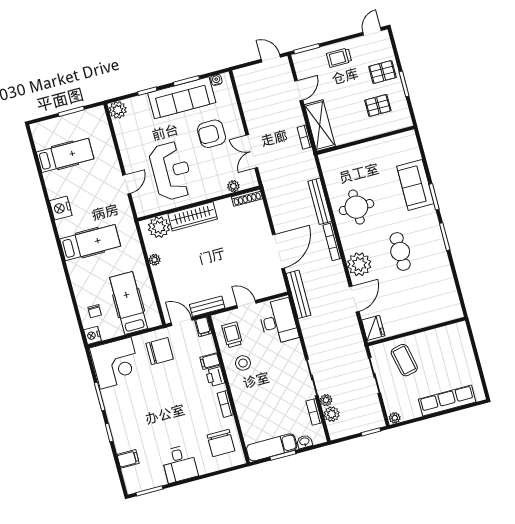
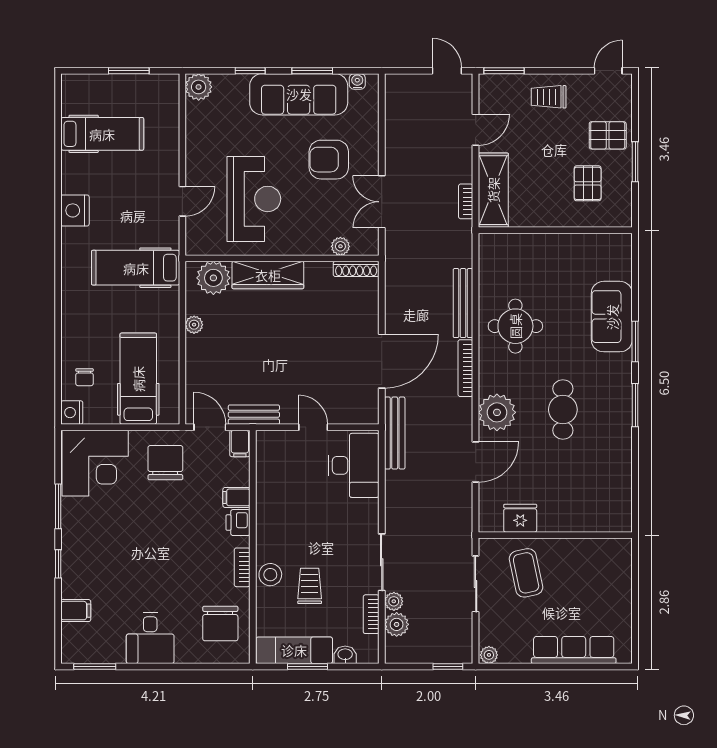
pallet: (378, 105) -> (588, 183), turned 90
hospital bed: (90, 243) -> (136, 268), moved, turned 180
fridge: (373, 328) -> (520, 518), moved, turned -90
trolley: (232, 335) -> (310, 586), moved
chair: (160, 351) -> (165, 463), turned -90
stool: (243, 363) -> (270, 575), moved

